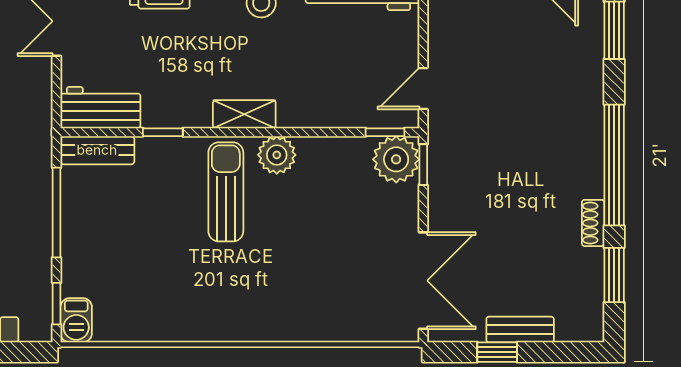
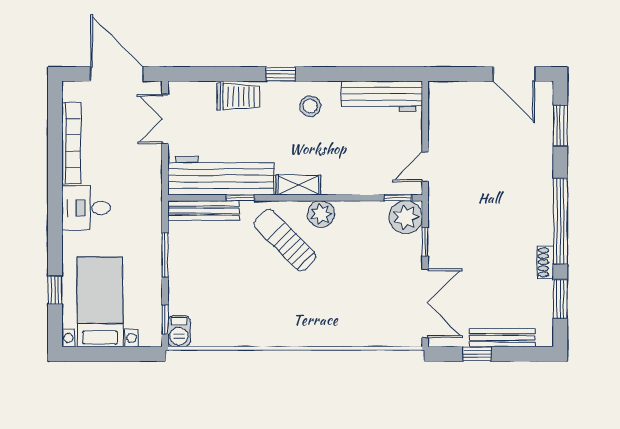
workbench: (100, 108) -> (221, 176), width x1.88, depth x1.32
bench: (97, 150) -> (203, 211), width x1.36
window: (423, 165) -> (425, 242), moved
sun lounger: (226, 192) -> (285, 240), turned -45
window: (57, 213) -> (165, 255), width x0.69
bench: (520, 330) -> (502, 338), width x1.36

